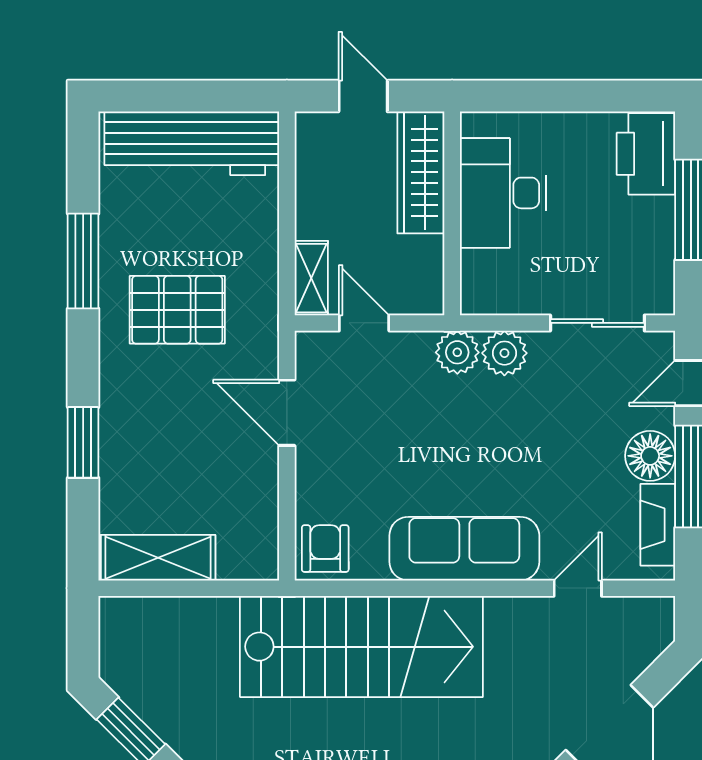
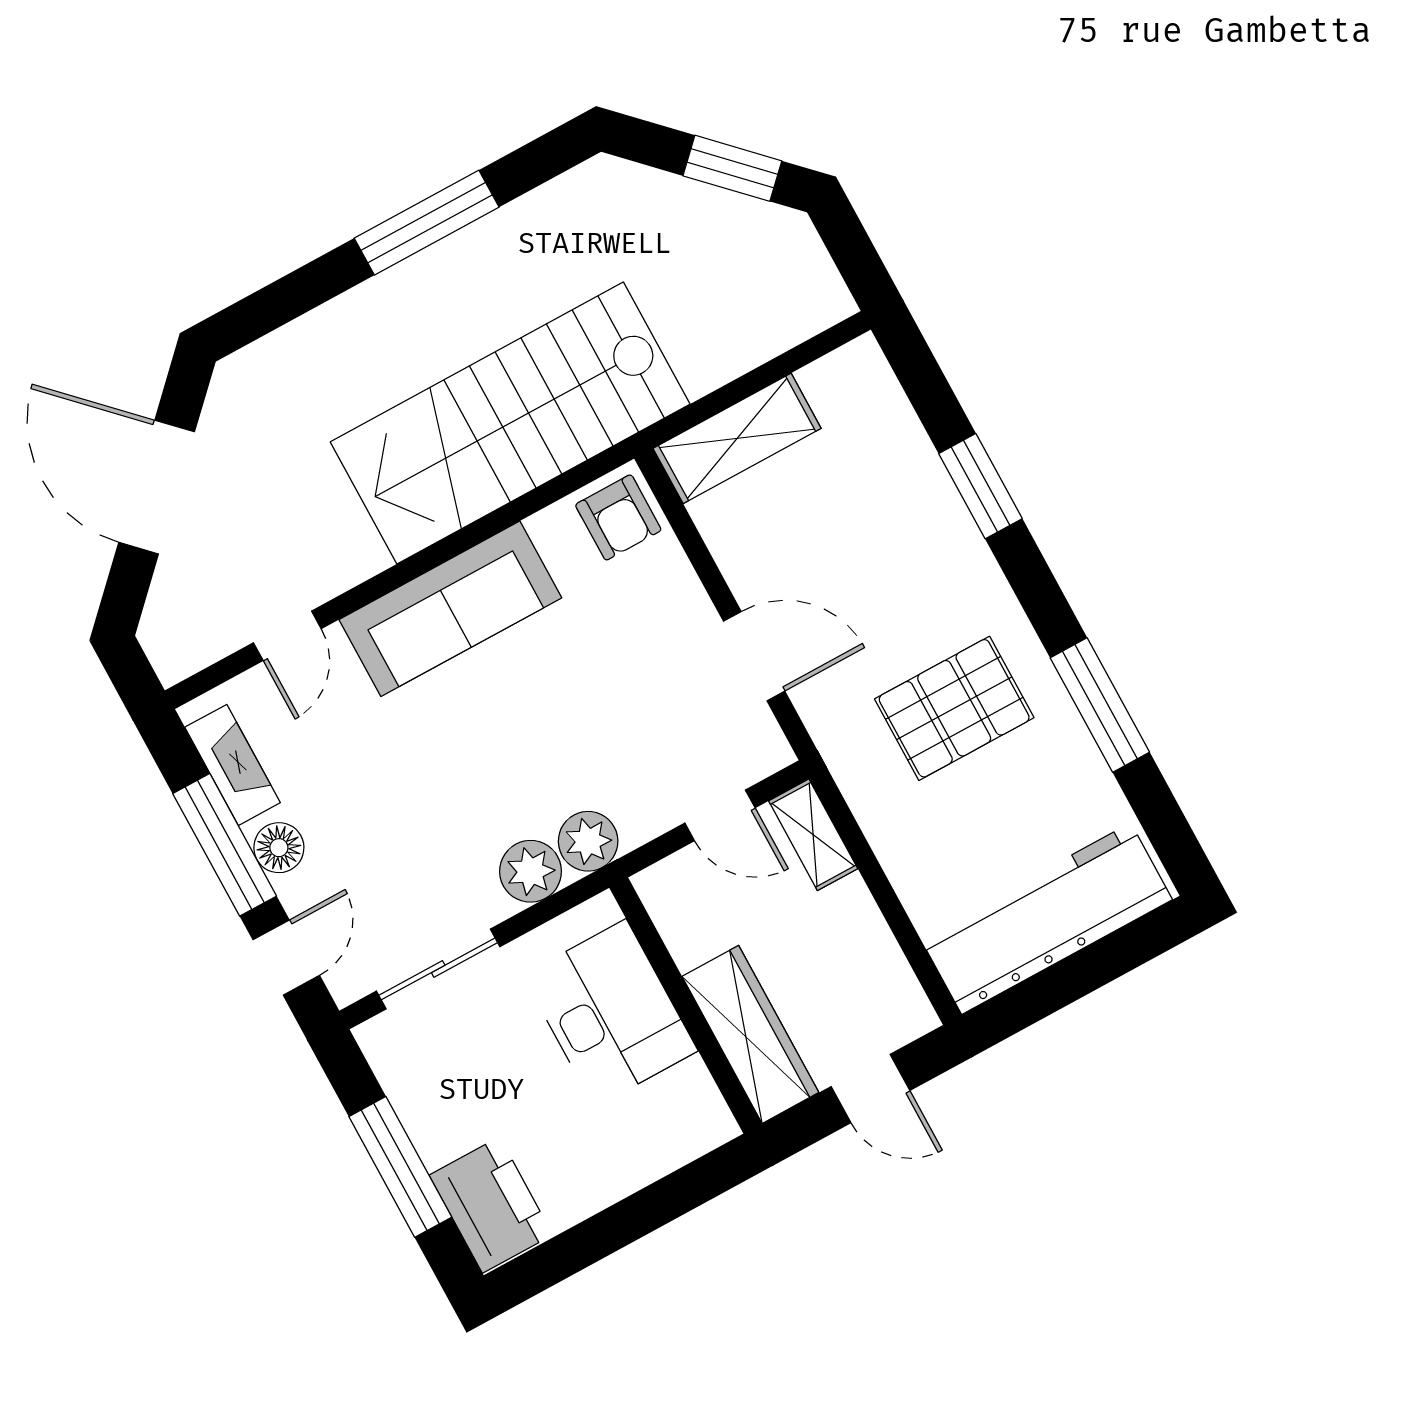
desk: (503, 193) -> (610, 1013), moved
floor lamp: (650, 456) -> (279, 848), width x0.73, depth x0.73
shelving: (158, 558) -> (737, 438), moved

